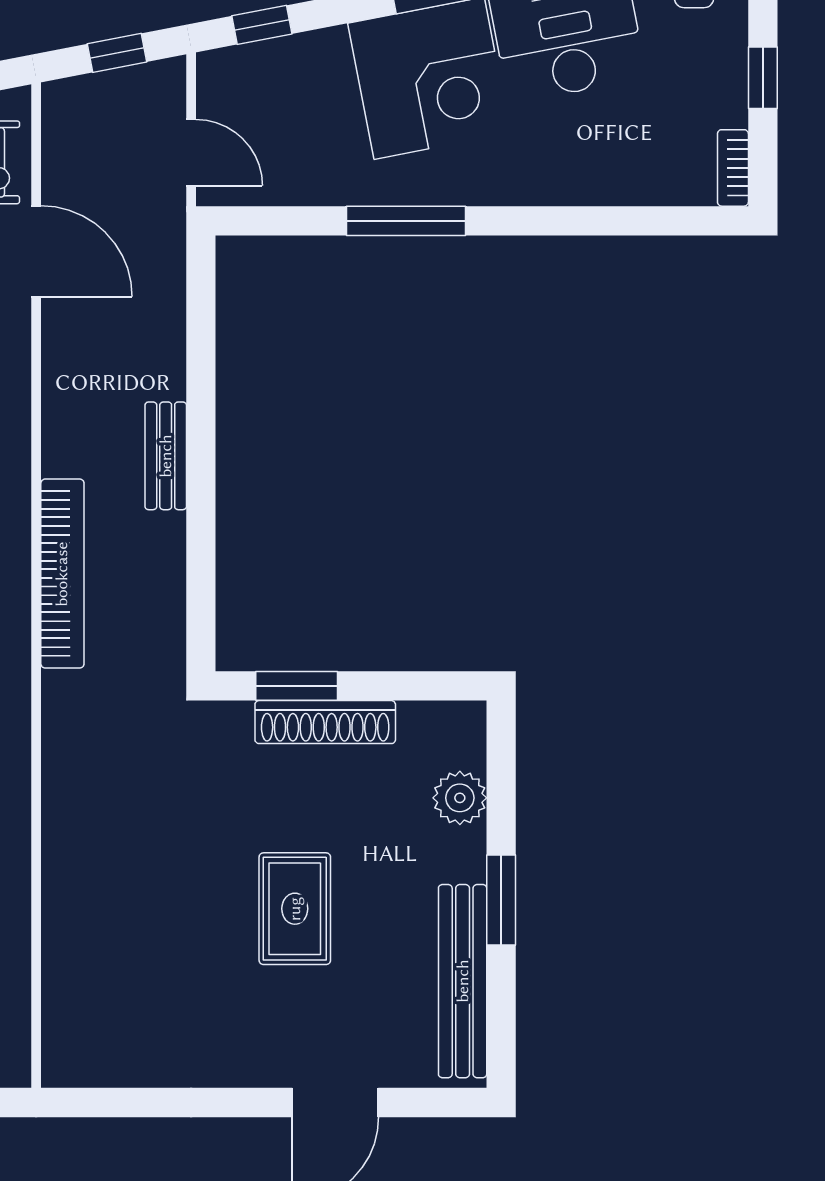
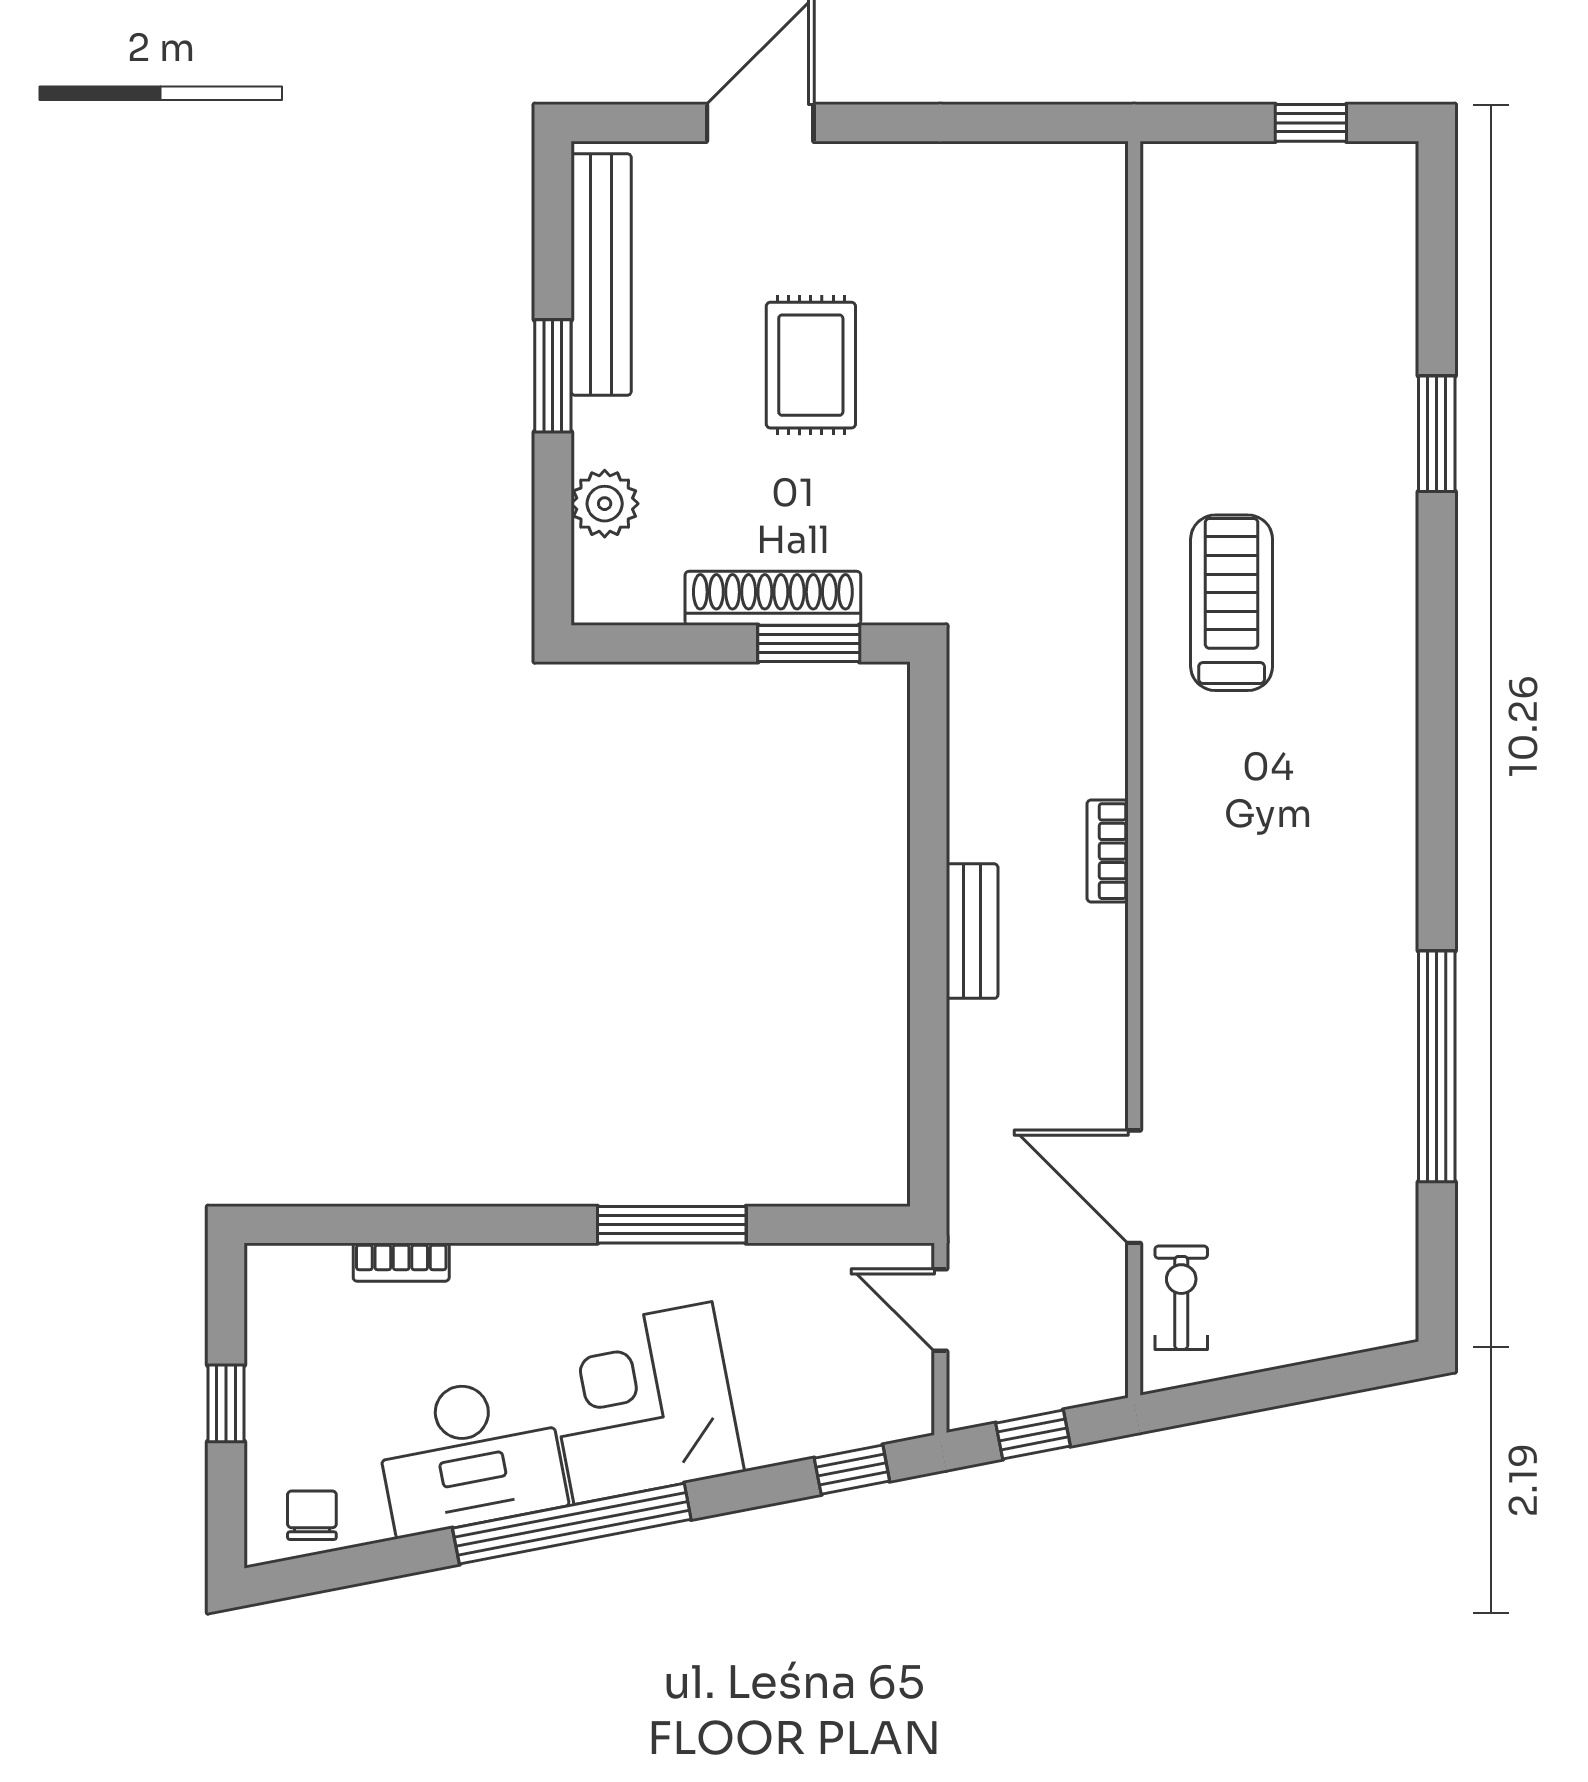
bookcase: (733, 168) -> (401, 1262), moved, turned 90
bookcase: (62, 574) -> (1108, 851), width x0.43, depth x0.76

